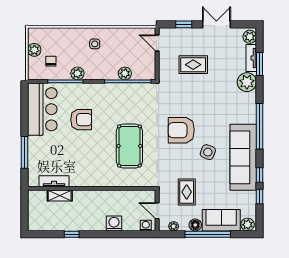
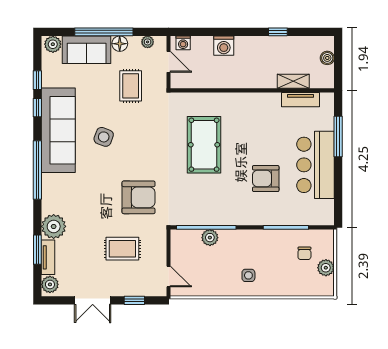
plant: (77, 73) -> (271, 238), removed
bar counter: (42, 109) -> (315, 165), moved
armchair: (181, 130) -> (139, 197), moved
boiler: (33, 214) -> (327, 58), added

